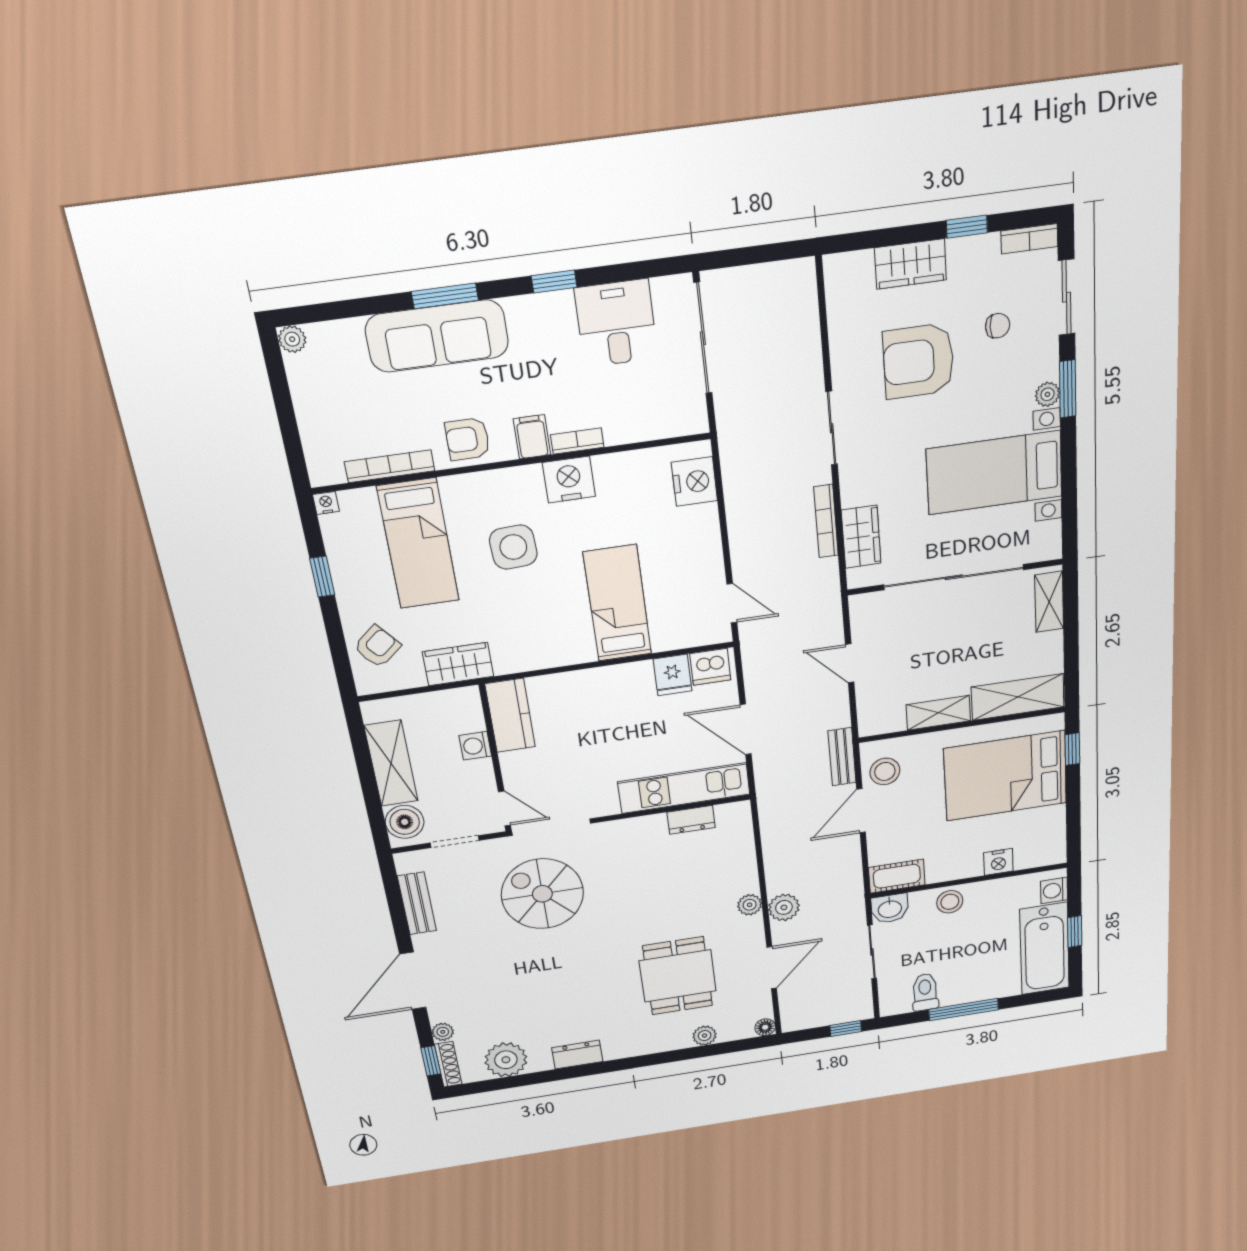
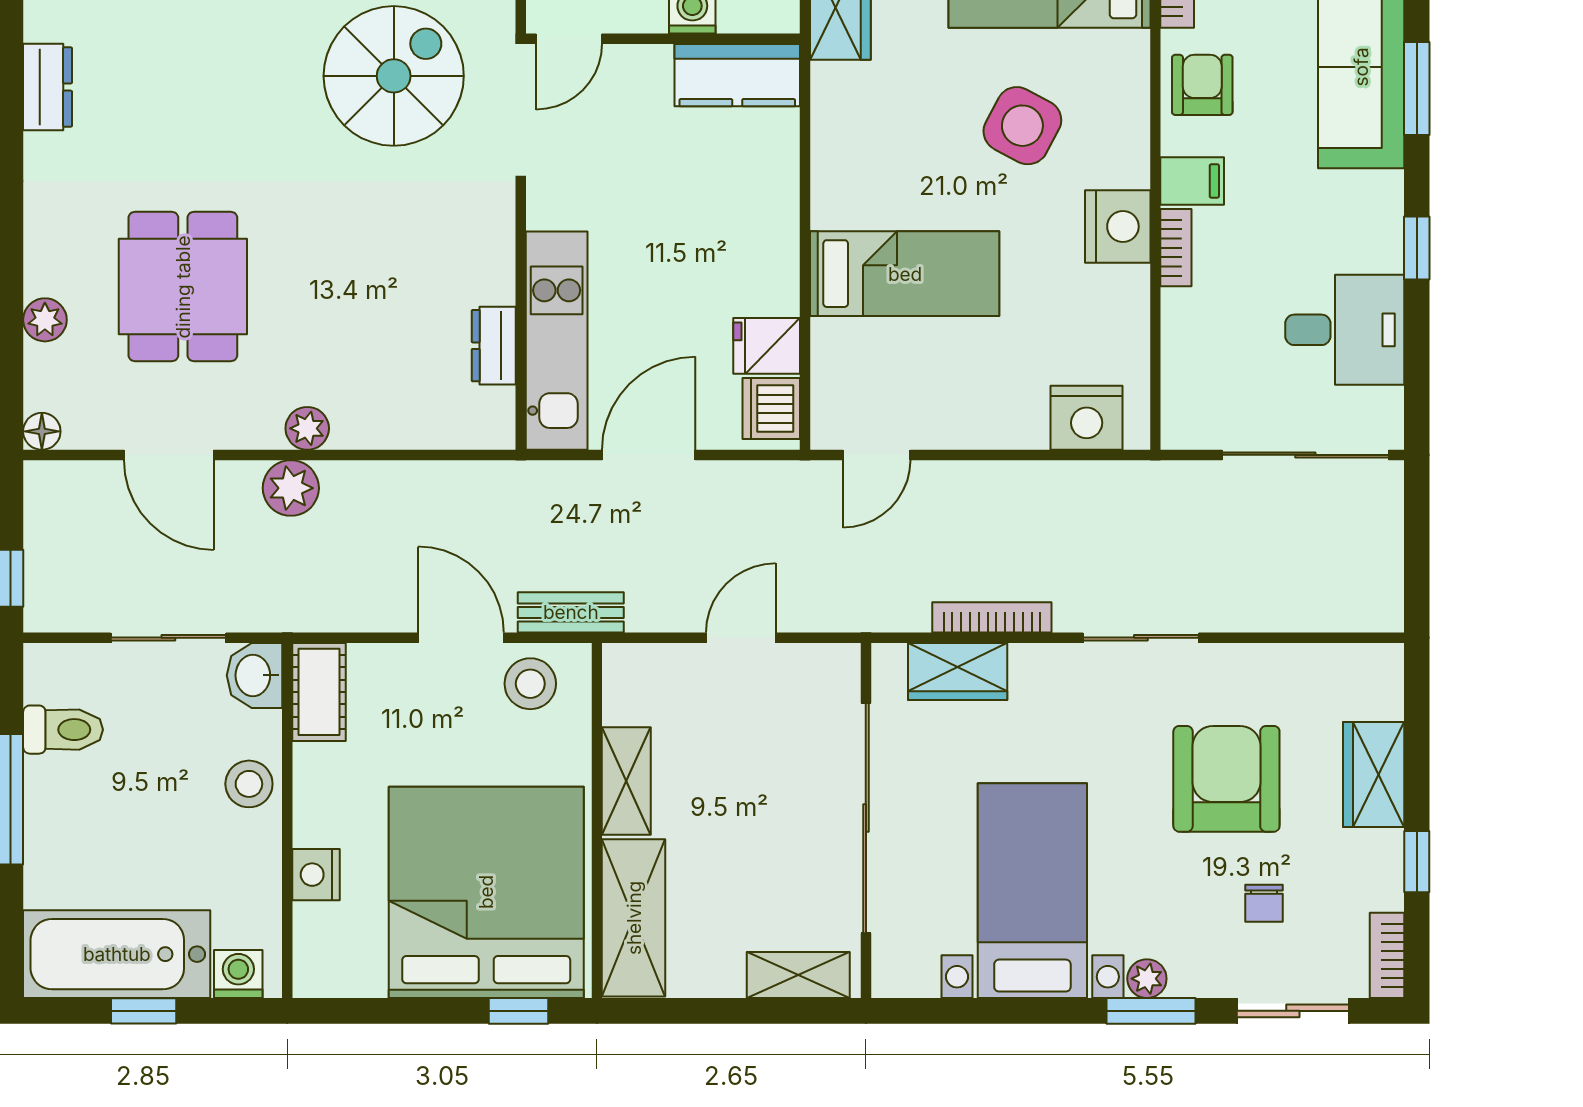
side table: (513, 547) -> (1022, 126), turned 31
bed: (1005, 776) -> (486, 892), width x1.36
dining table: (678, 976) -> (183, 287), turned 90

